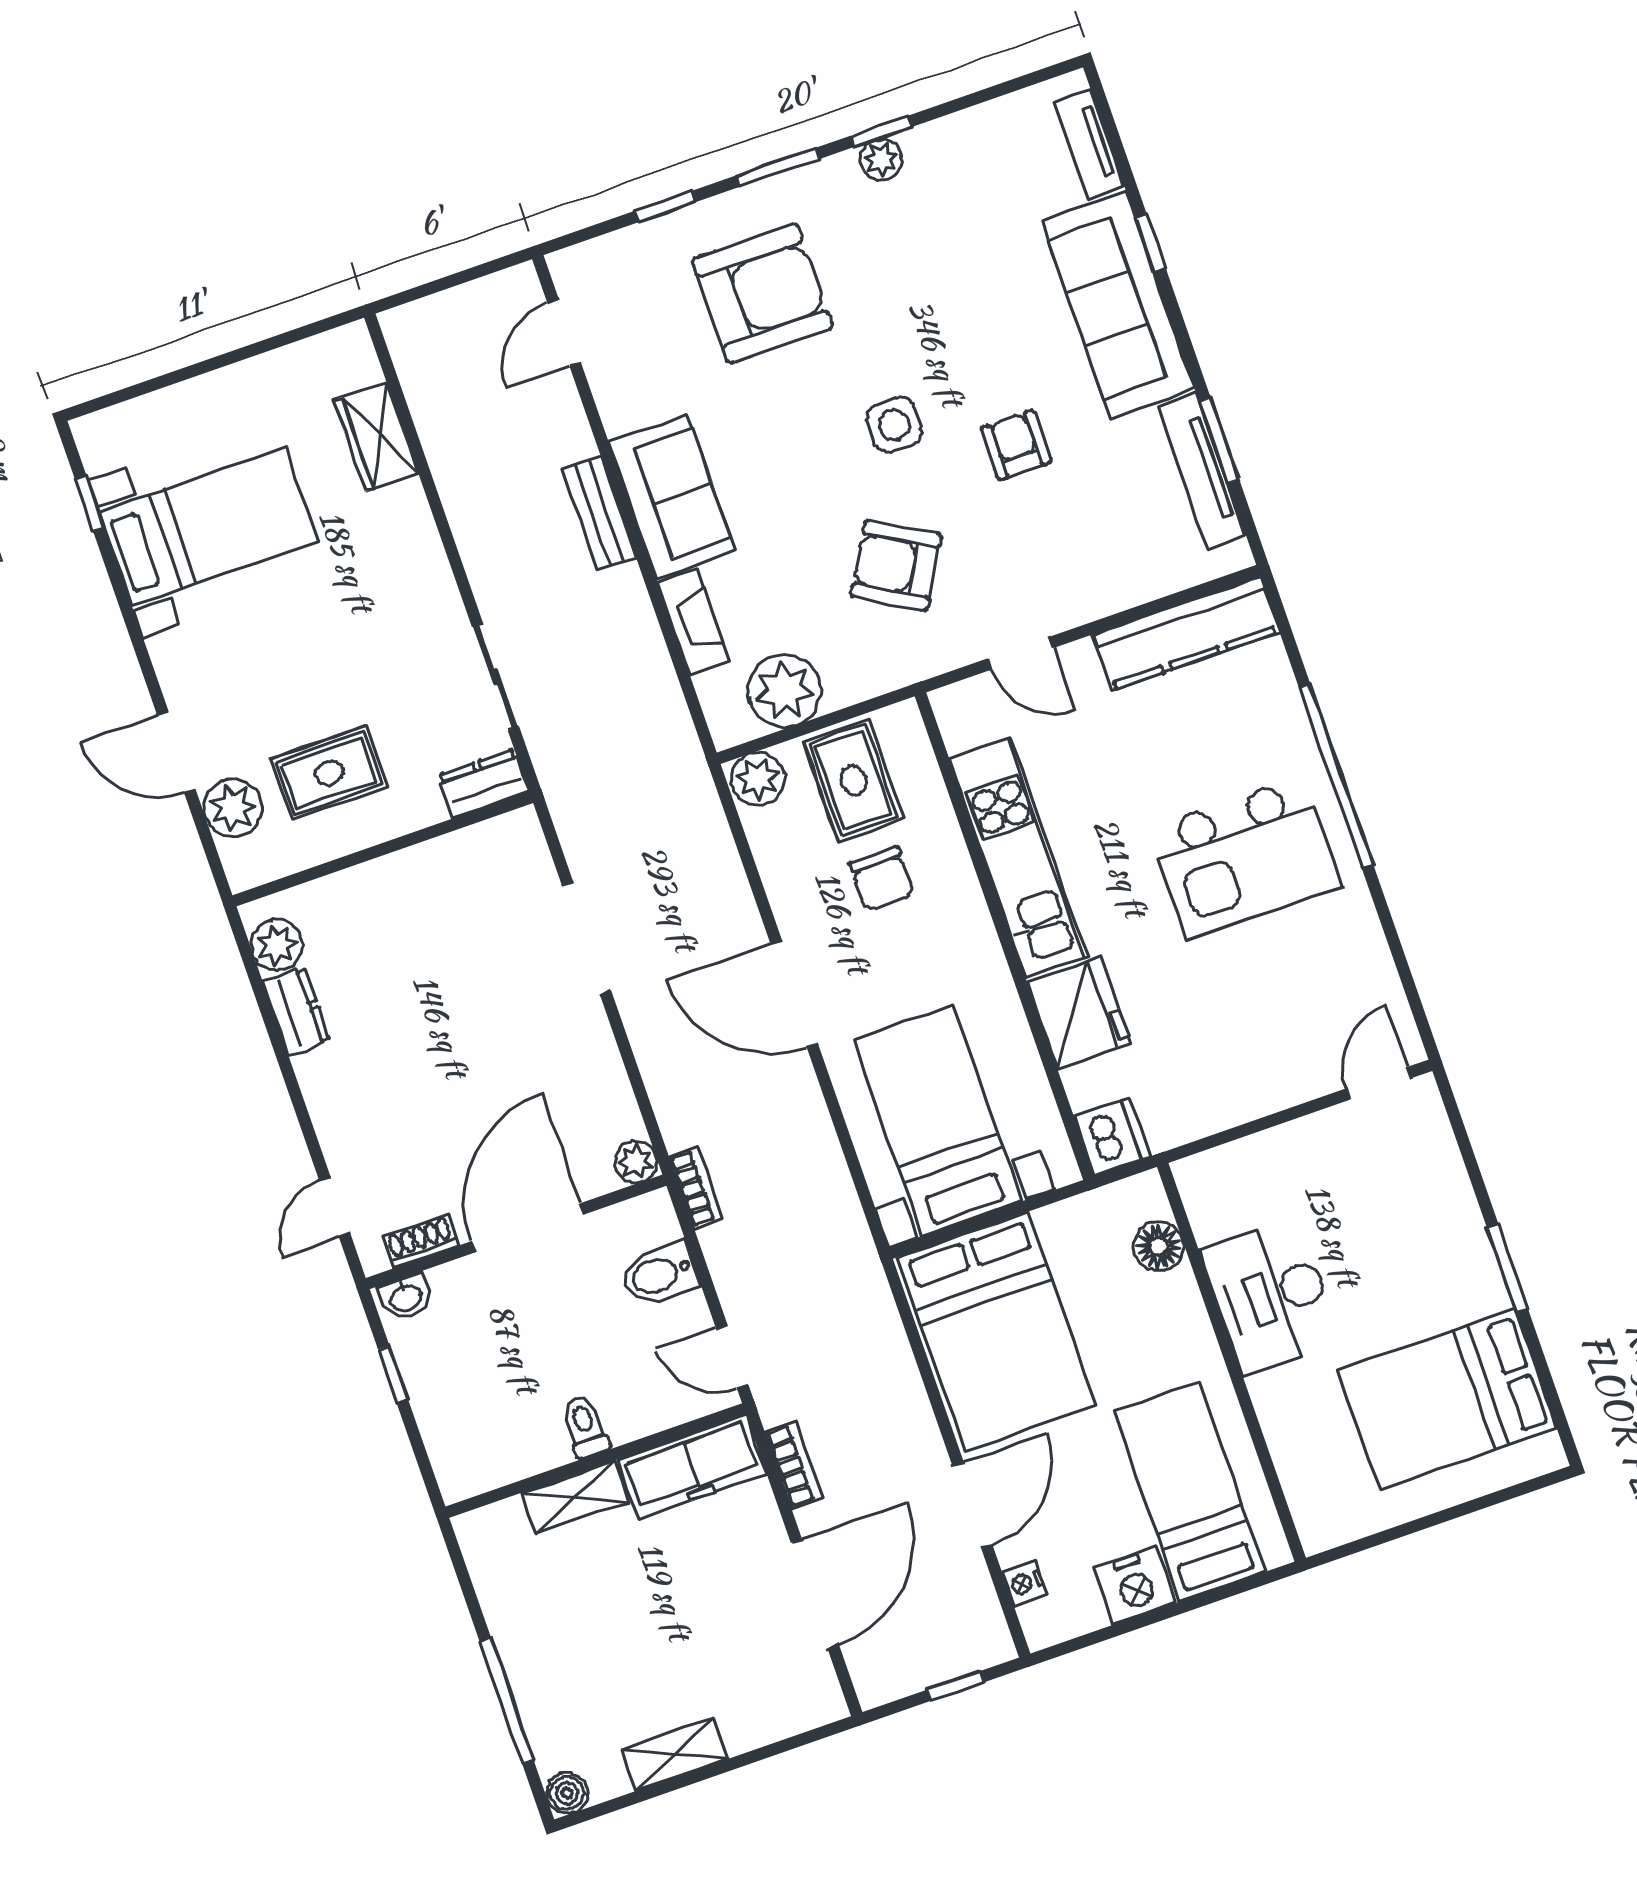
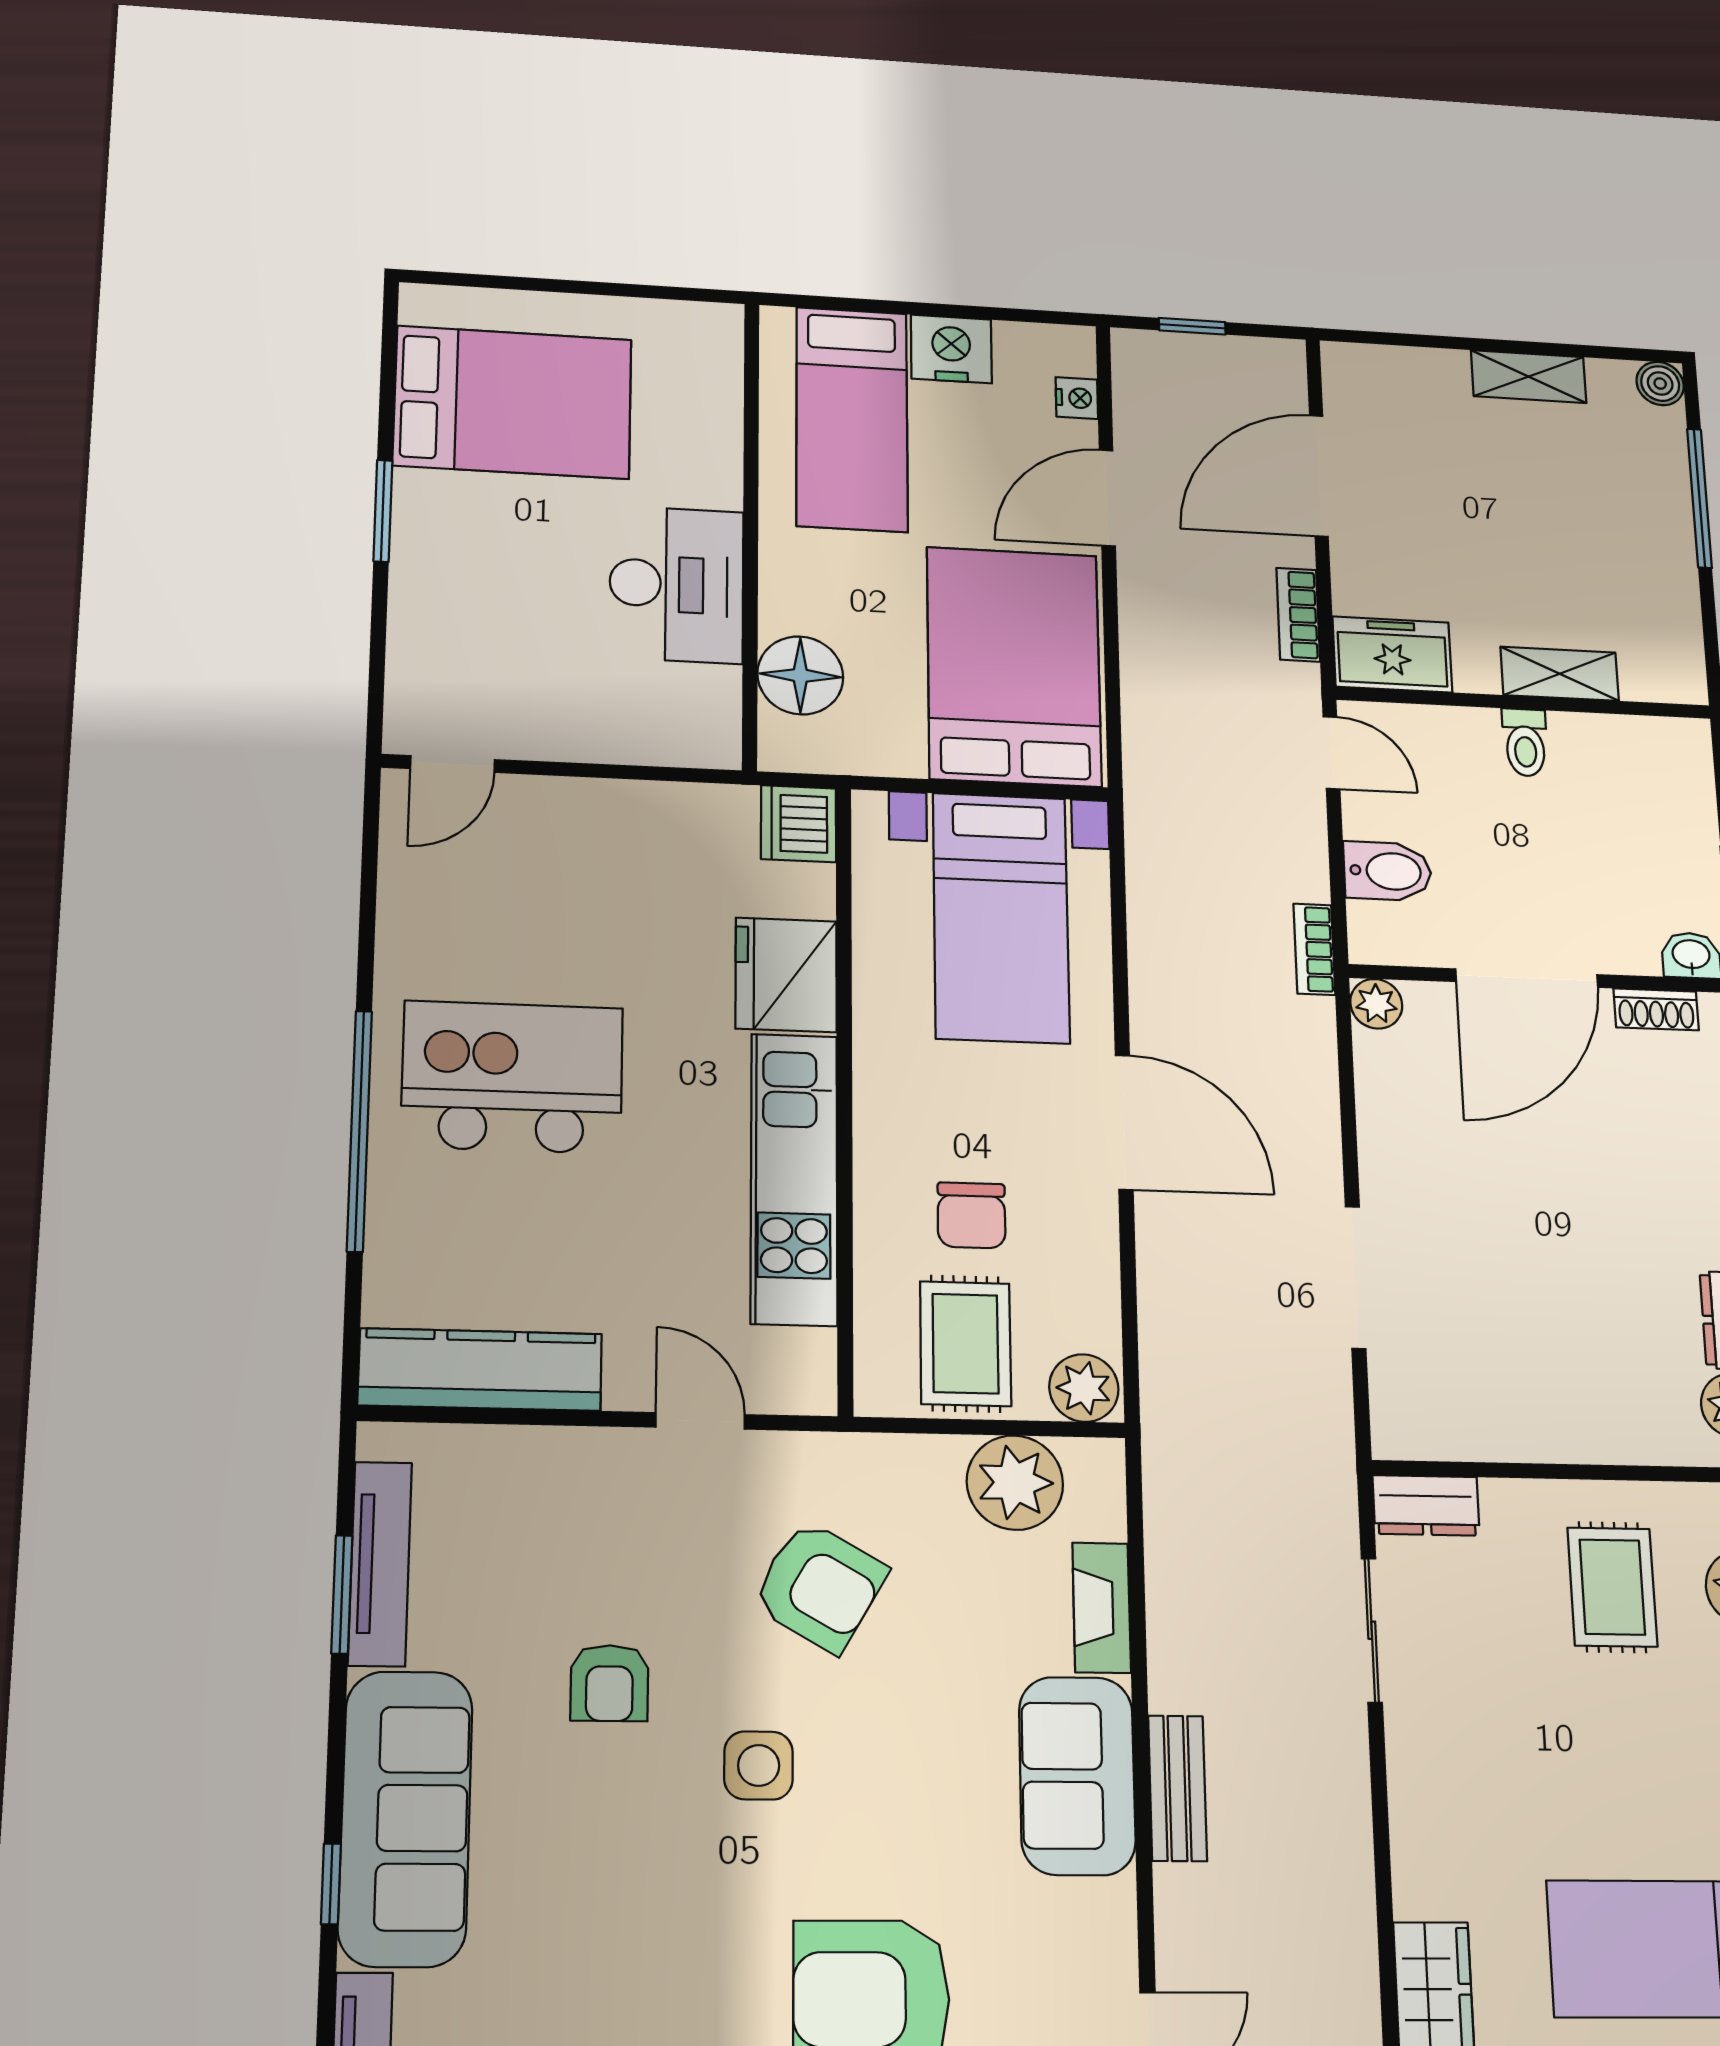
rug: (329, 773) -> (1612, 1587), turned 90
chair: (882, 879) -> (971, 1215), turned 180
floor lamp: (1159, 1246) -> (800, 675), width x1.38, depth x1.38
freezer: (692, 1467) -> (1392, 654), width x0.71

